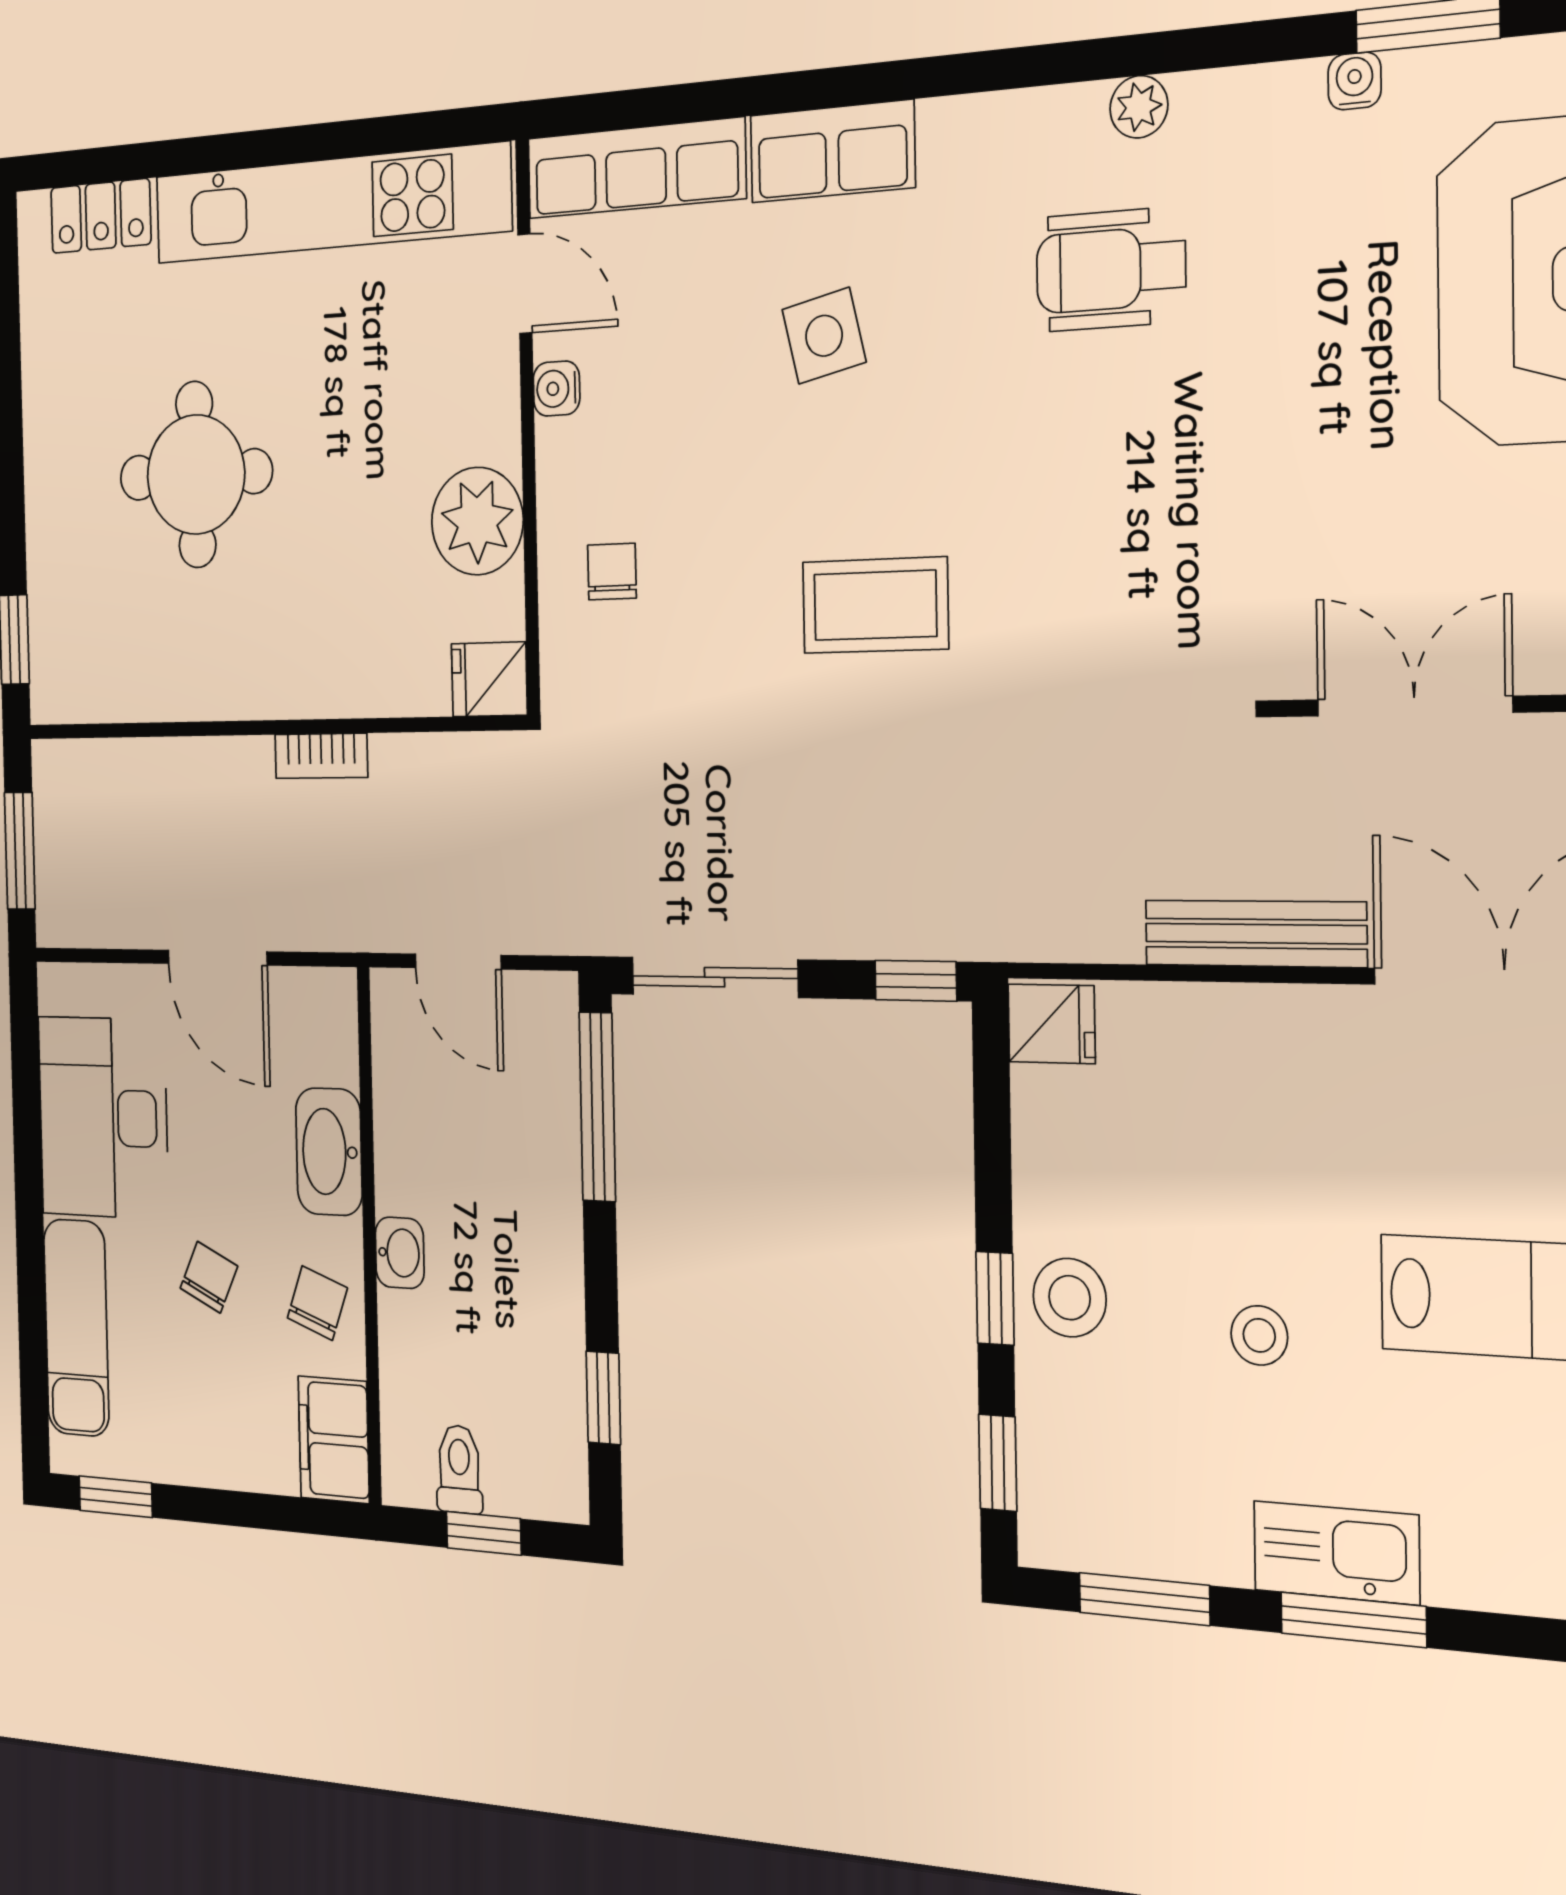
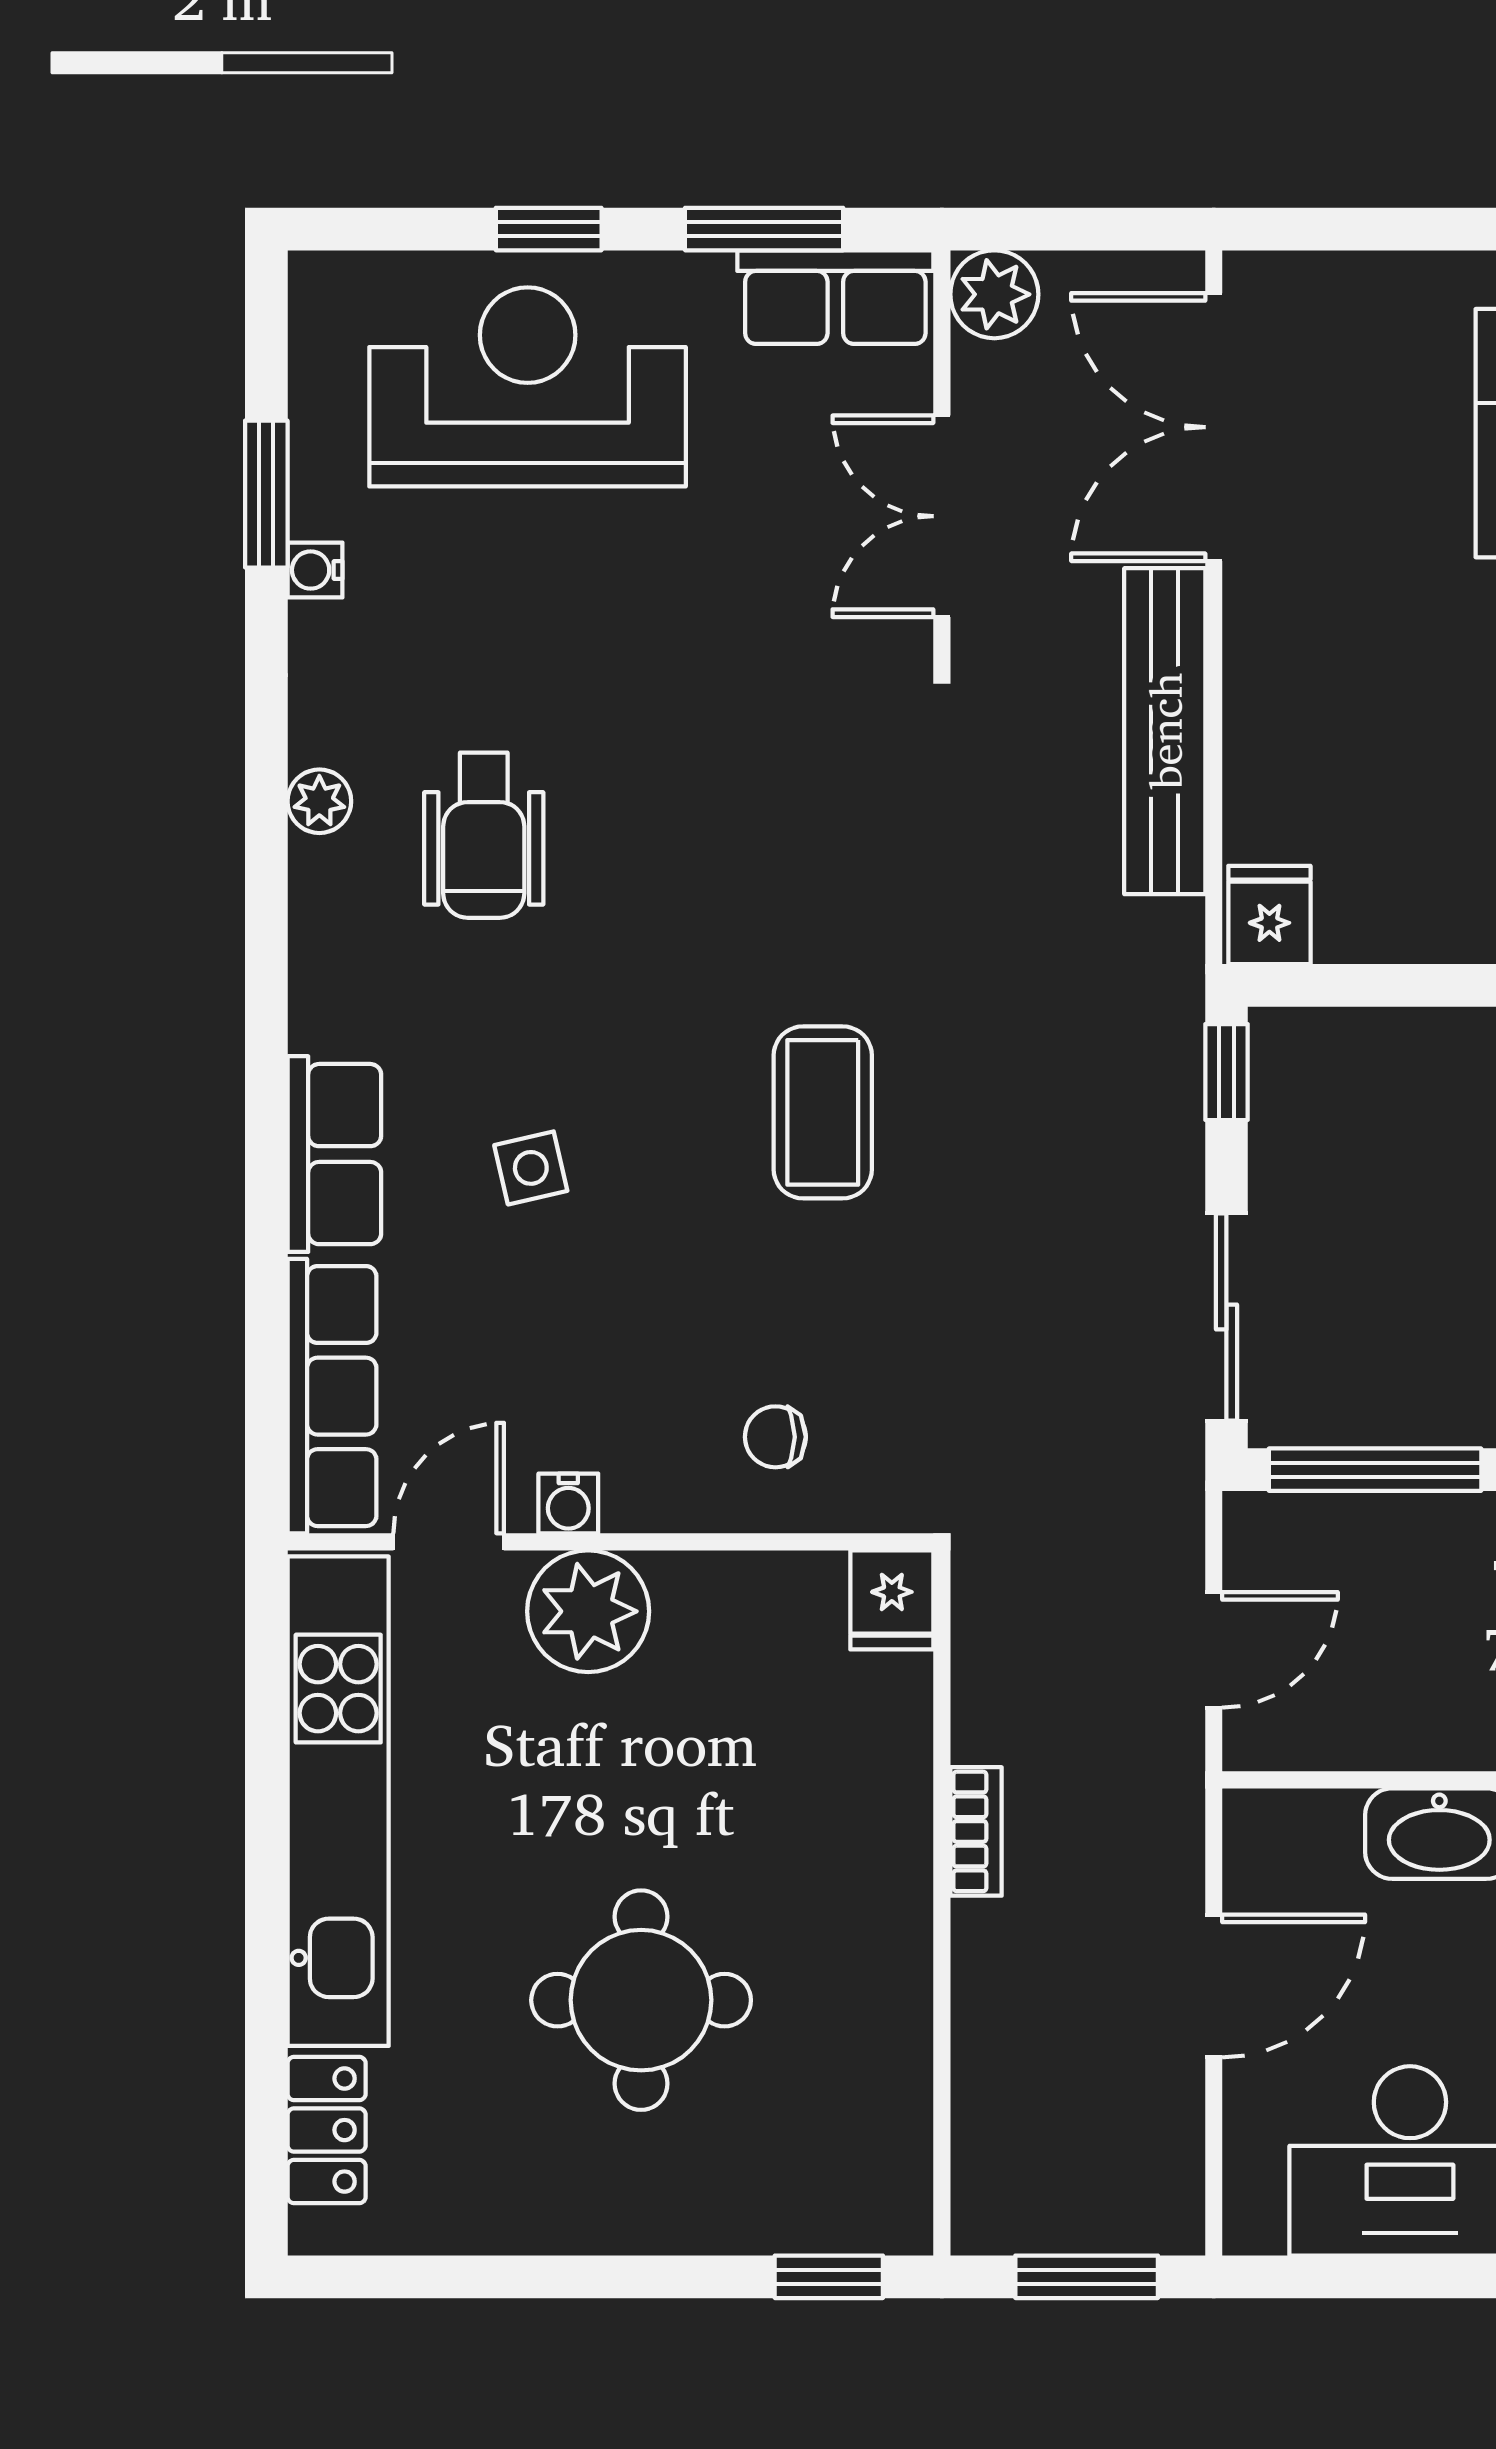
side table: (824, 336) -> (531, 1168), width x0.73, depth x0.73
plant: (477, 521) -> (588, 1611), moved
bench: (1255, 934) -> (1165, 731), width x1.37, depth x1.21

